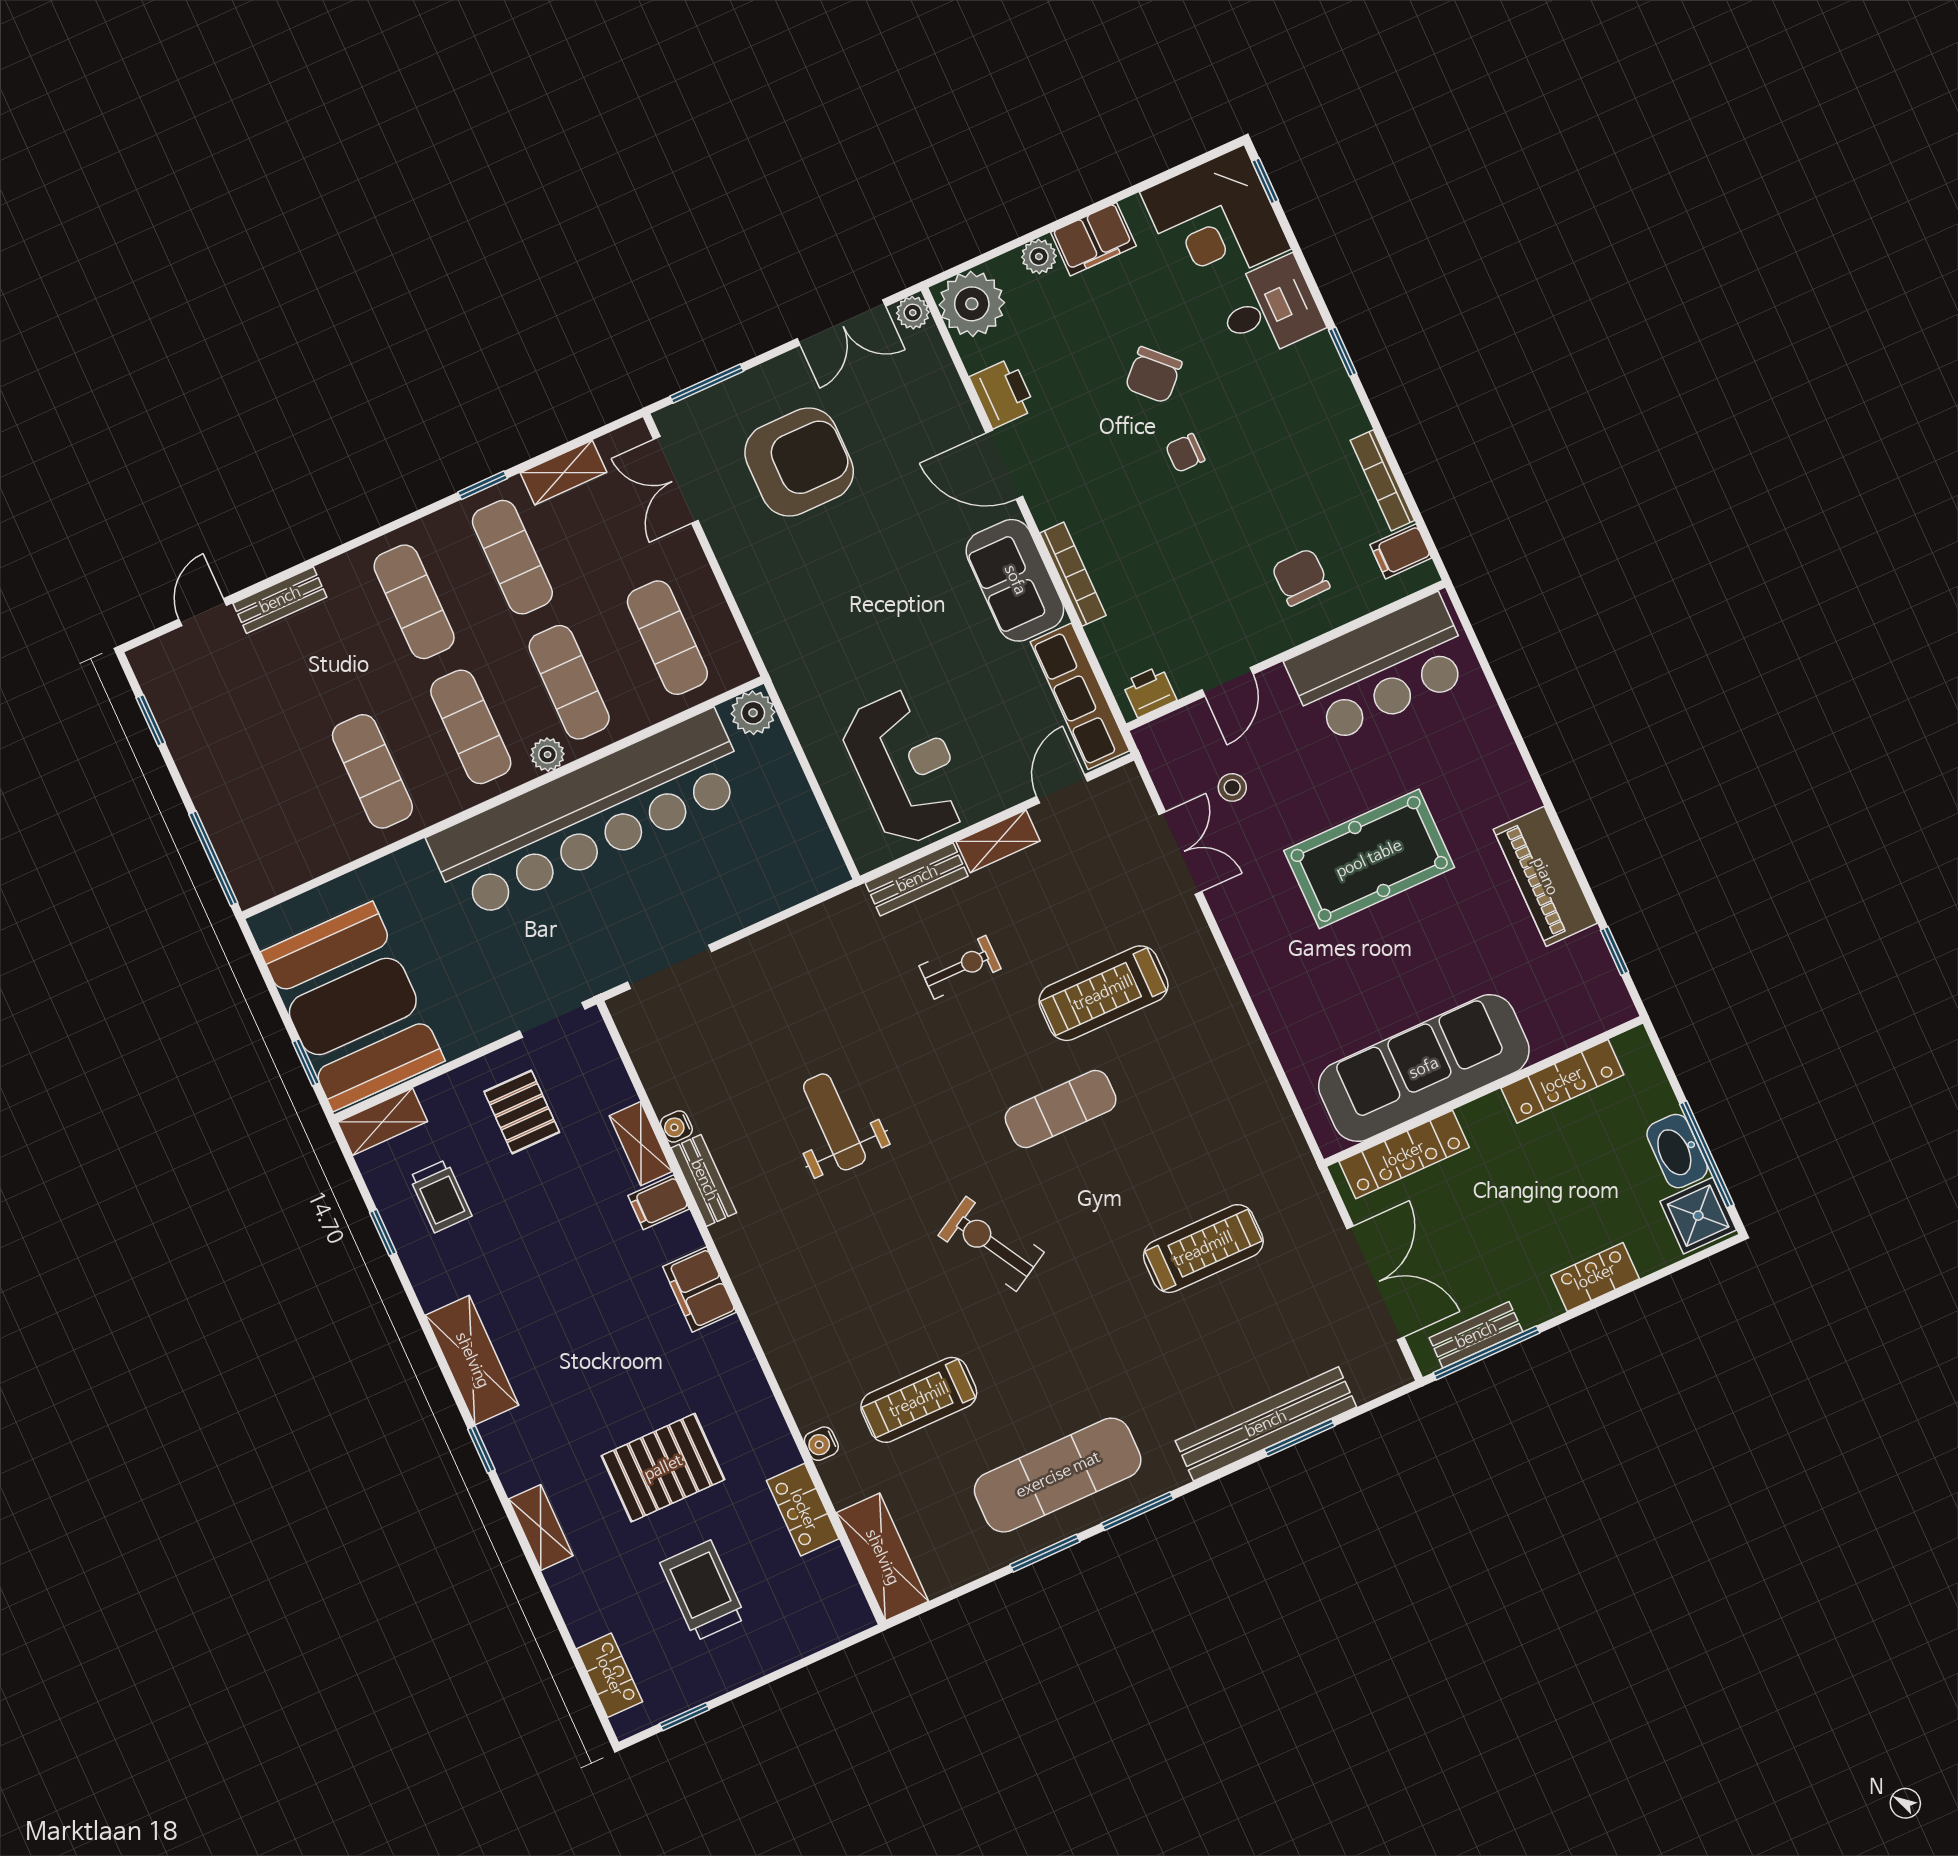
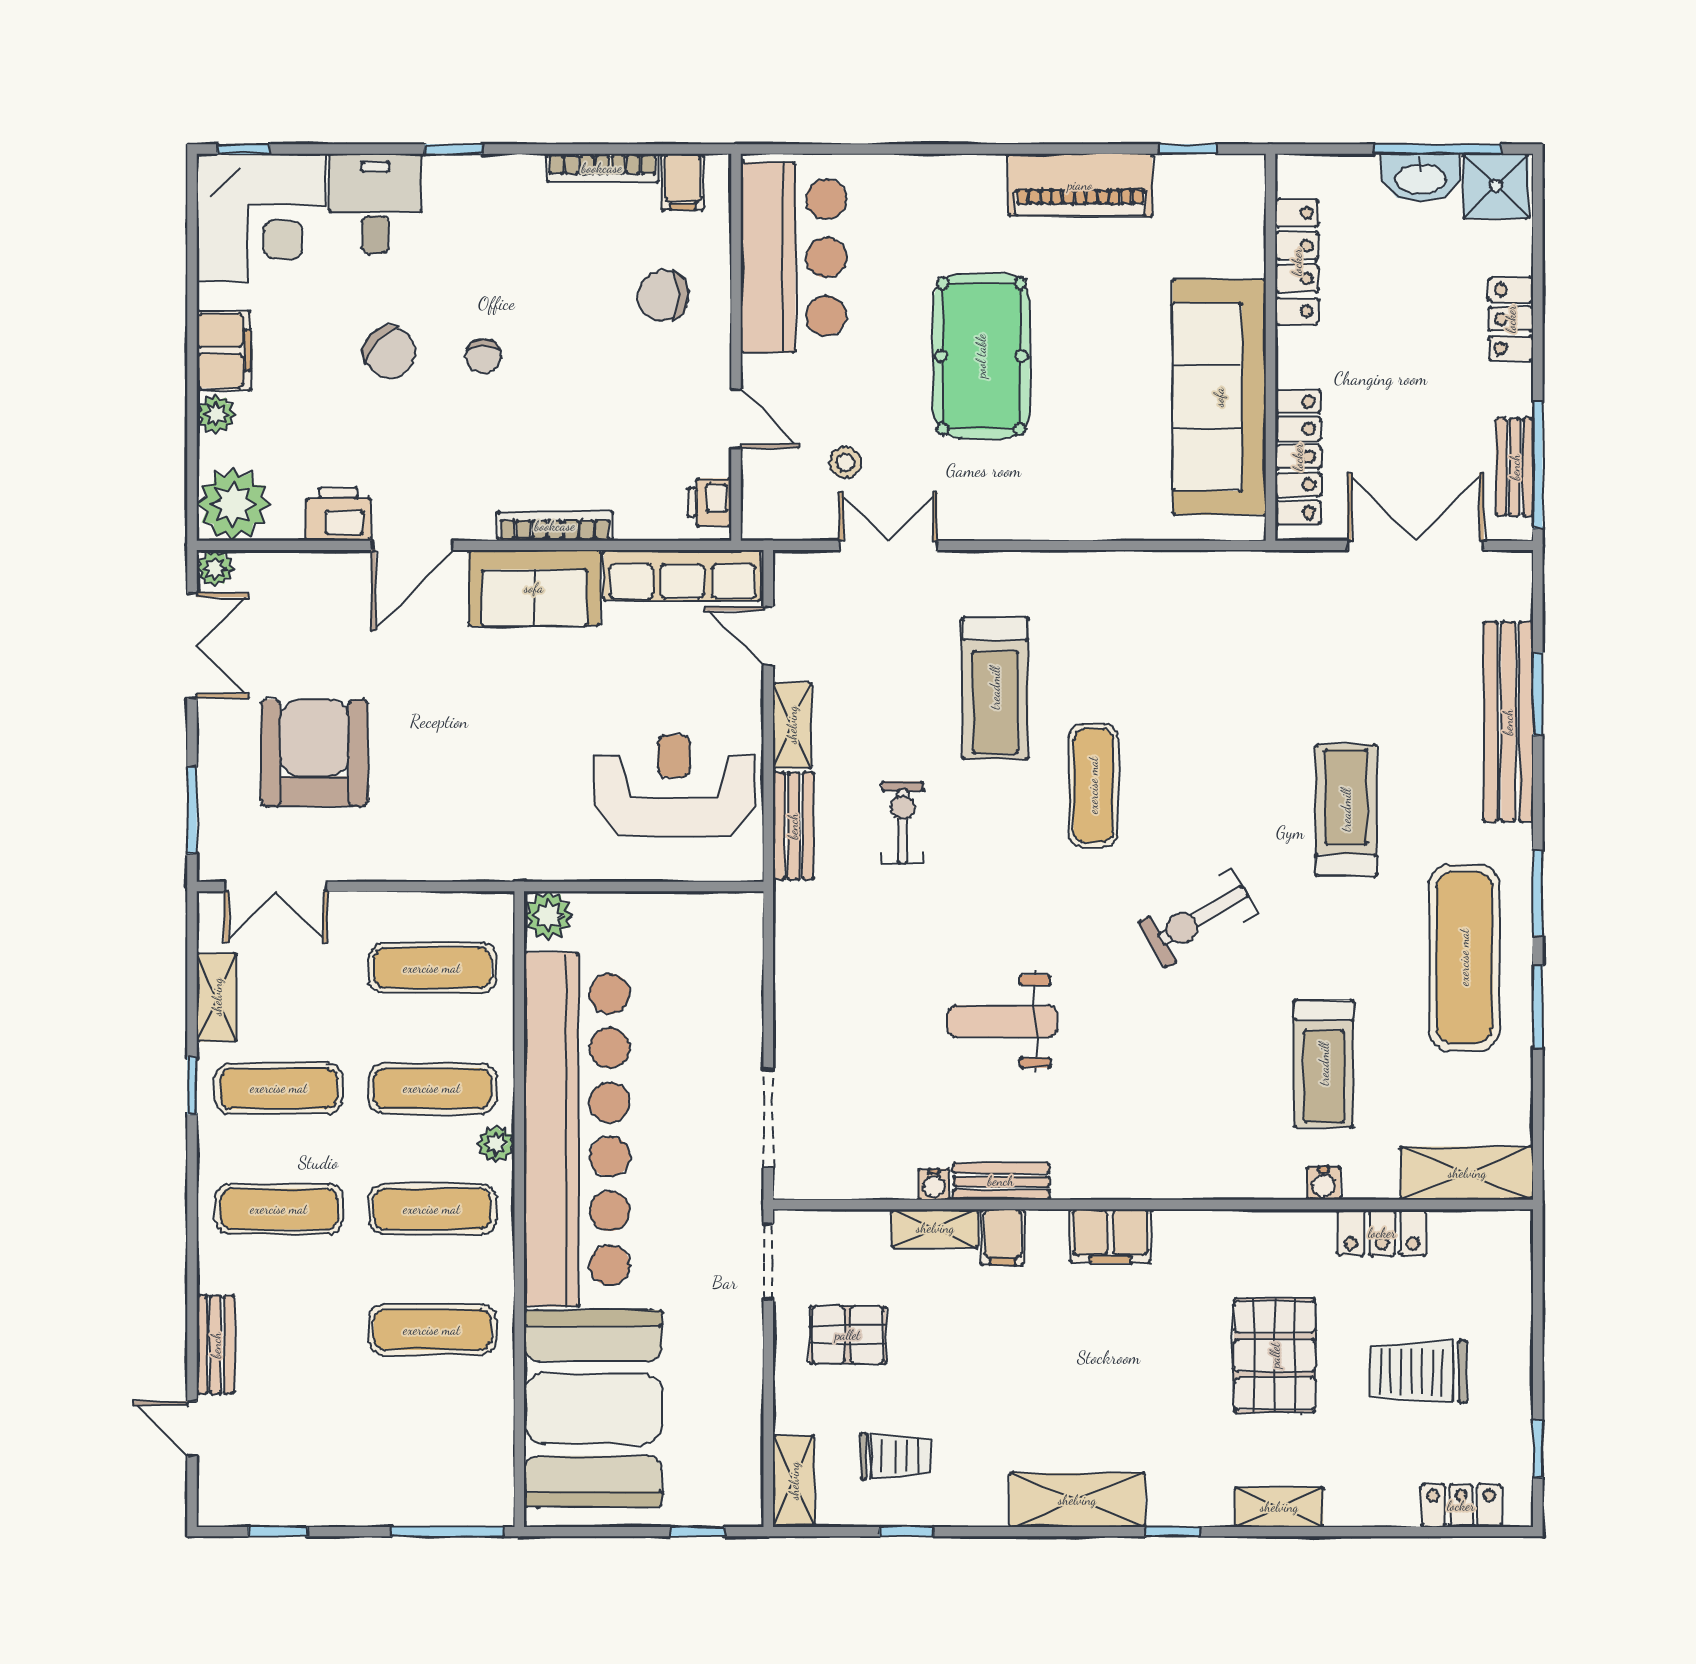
booth: (353, 1006) -> (593, 1409), moved, turned 90
treadmill: (1203, 1249) -> (1346, 810), moved

